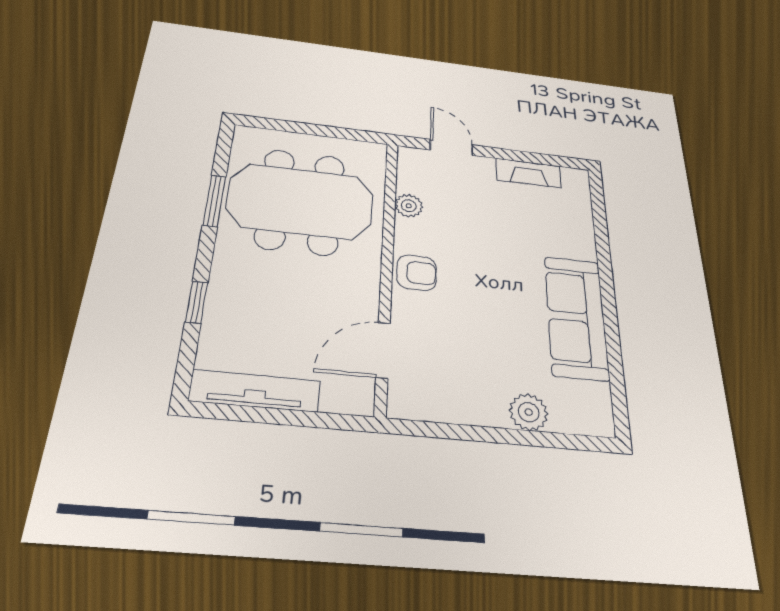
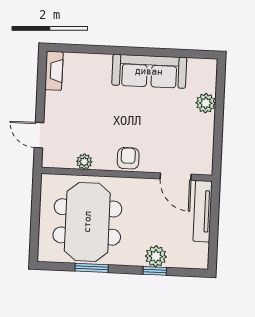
door: (451, 147) -> (39, 135), hinge flipped
fireplace: (529, 173) -> (54, 71), moved
plant: (226, 306) -> (156, 256), added
tv unit: (255, 391) -> (203, 211), moved

